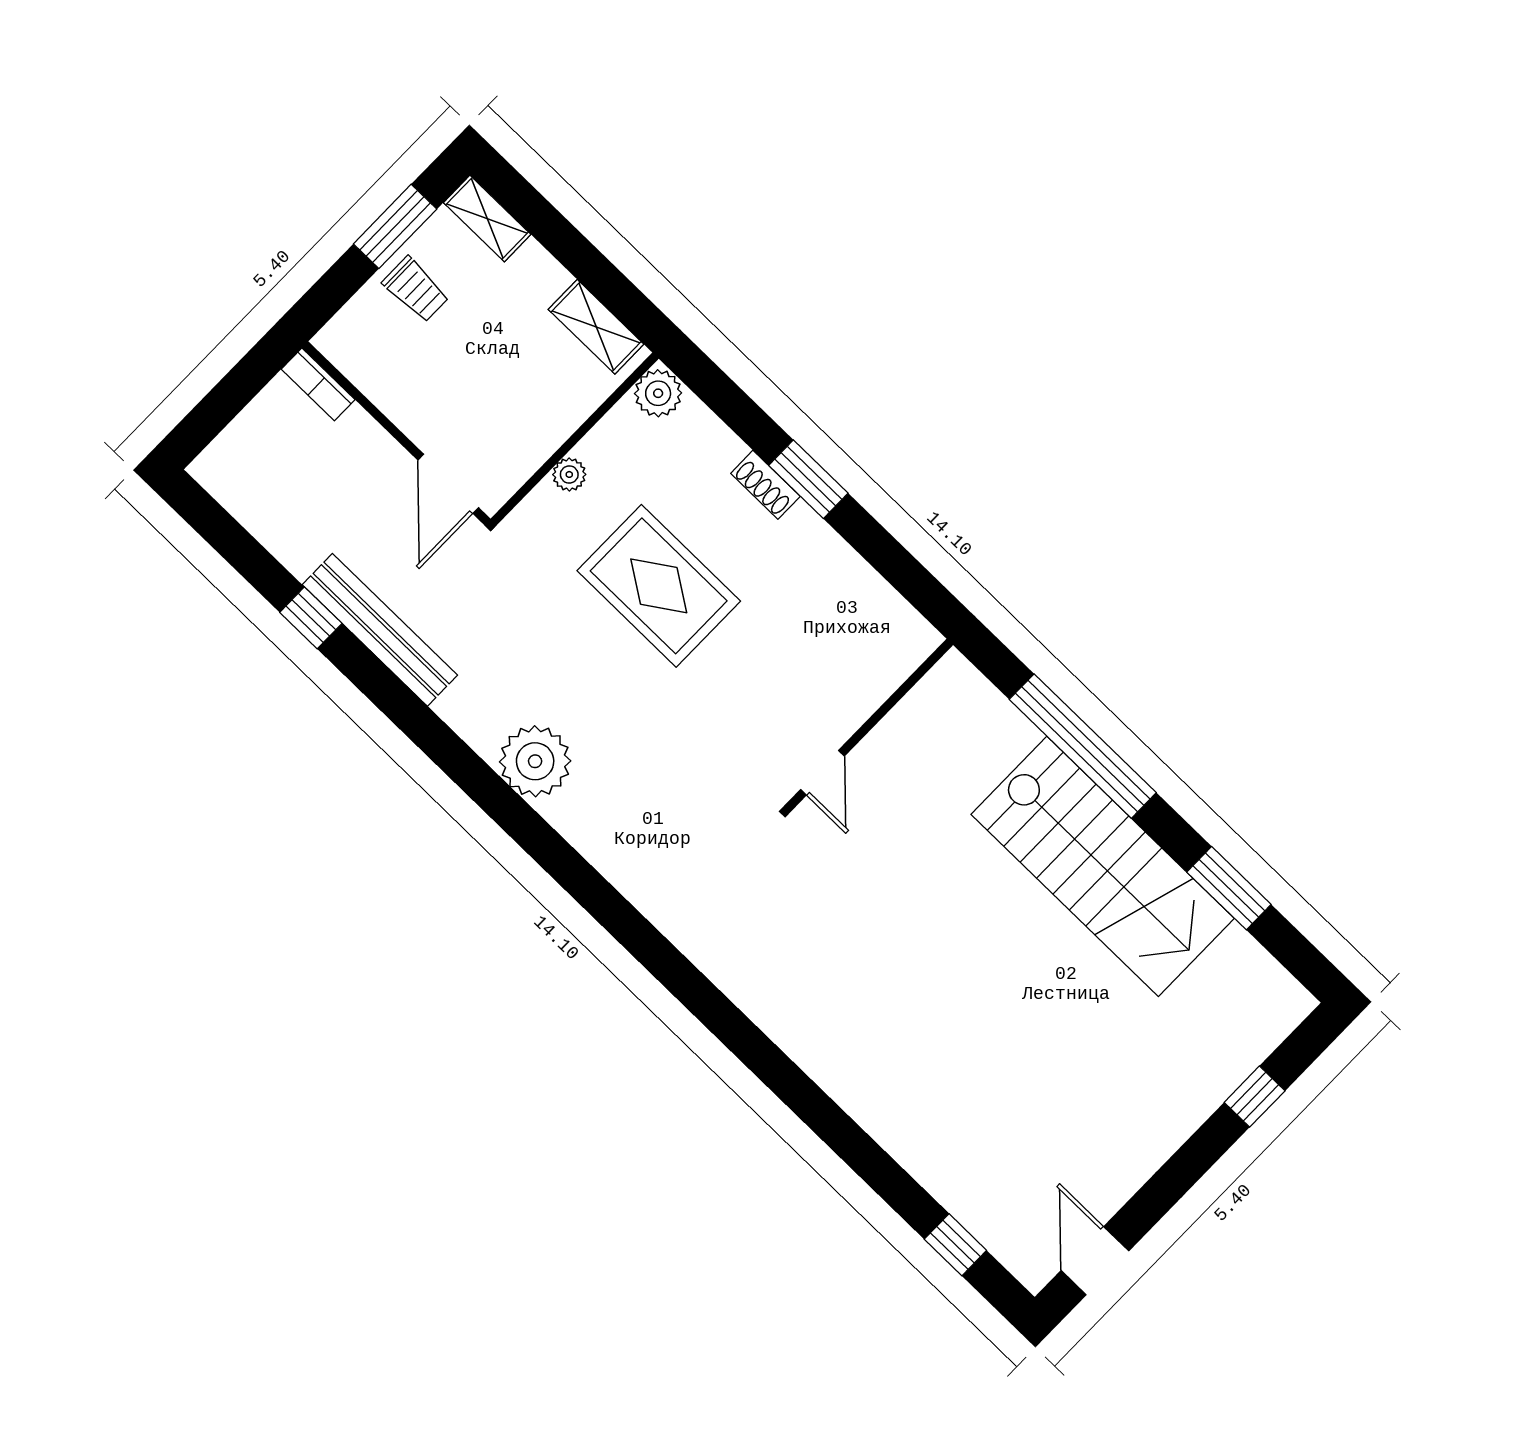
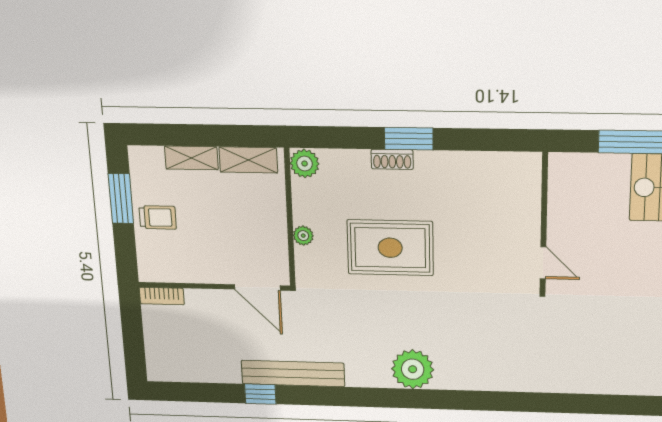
shelving: (487, 218) -> (191, 158), moved

